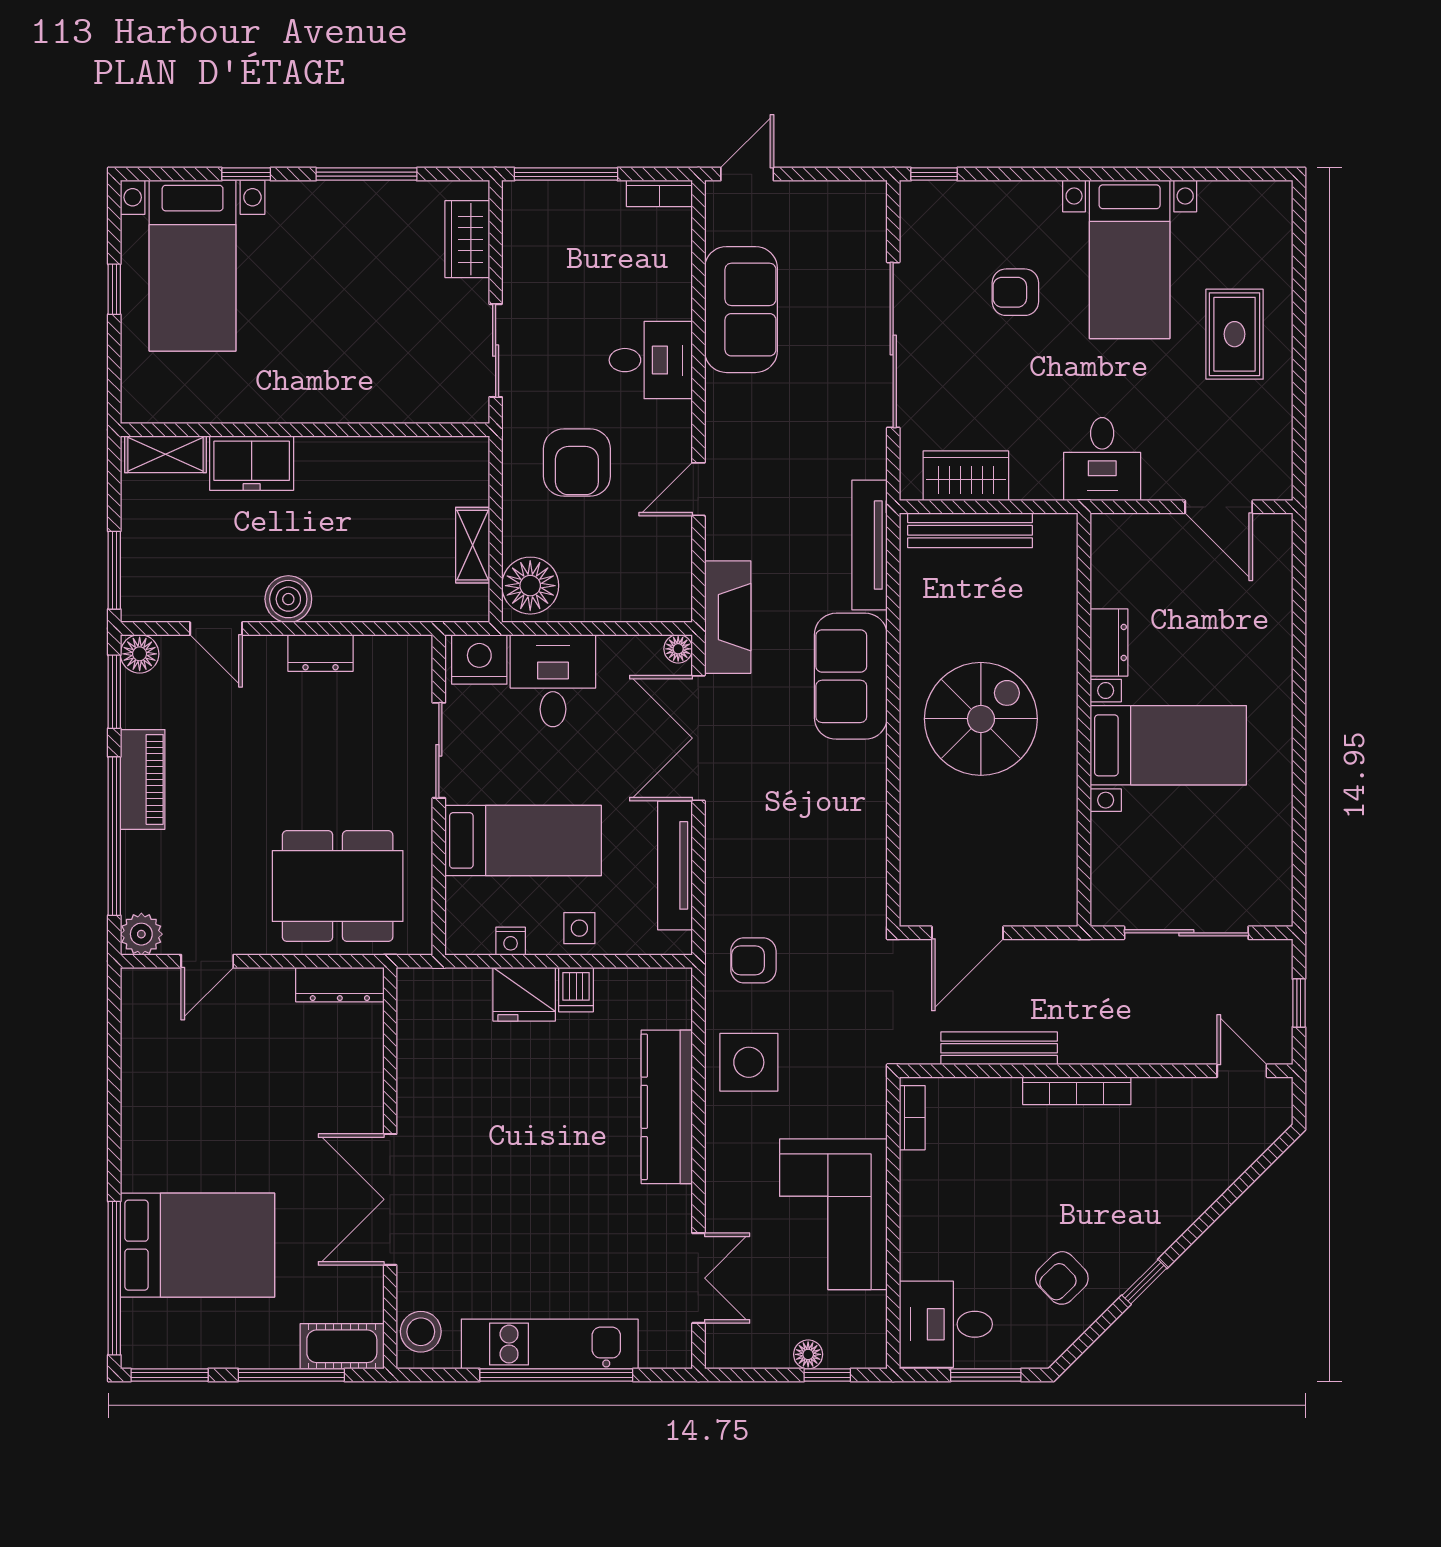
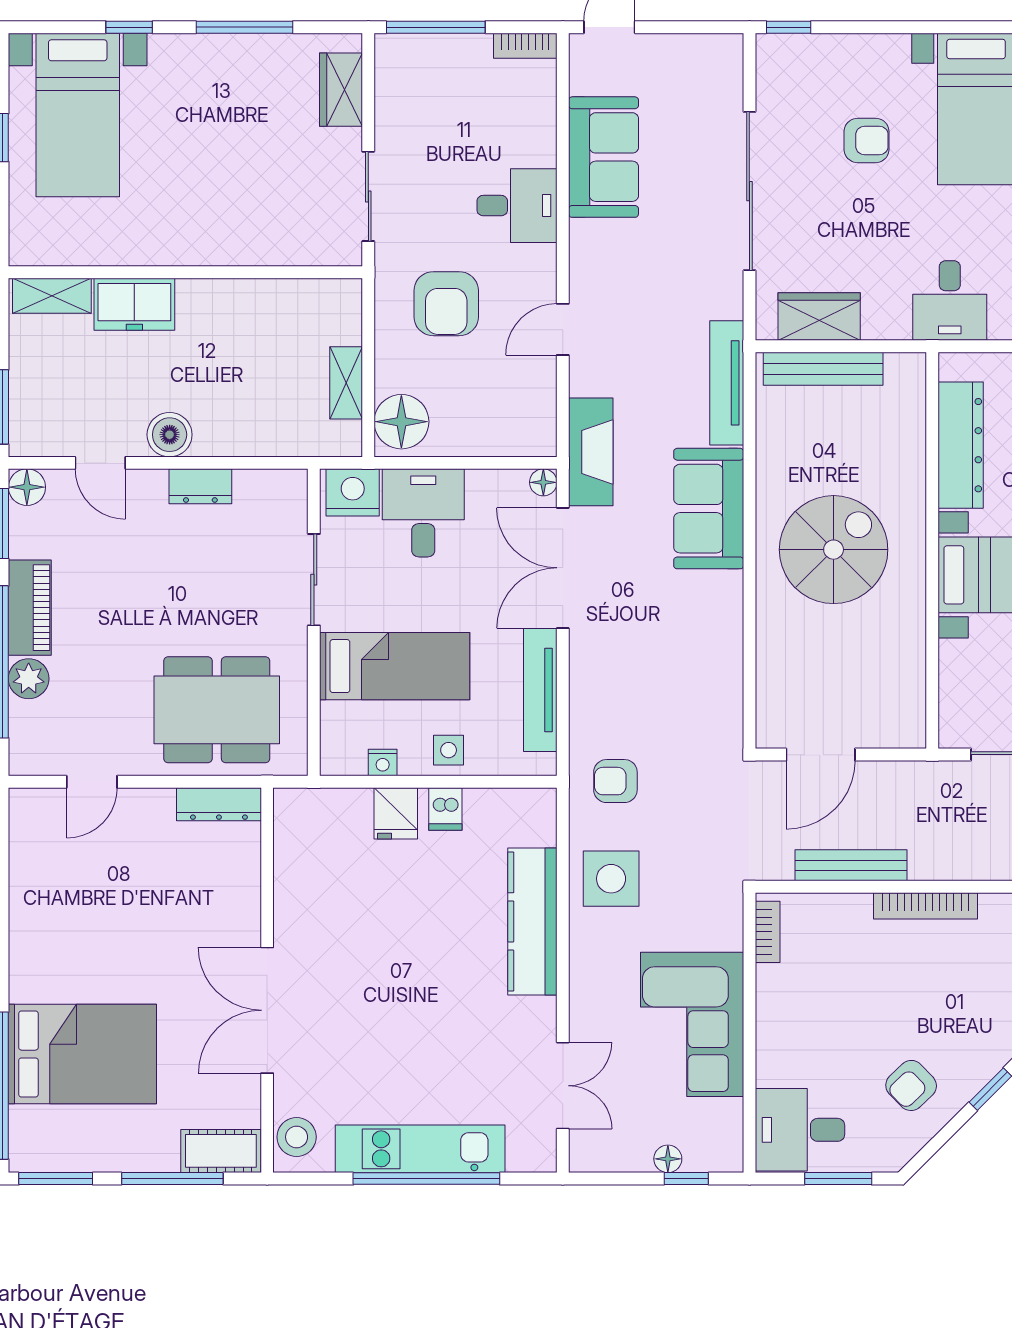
armchair: (1015, 292) -> (867, 140), turned 180
dresser: (1109, 642) -> (961, 445), width x1.96, depth x1.24
plant: (141, 934) -> (29, 679), moved
fridge: (524, 994) -> (396, 813), width x0.72

